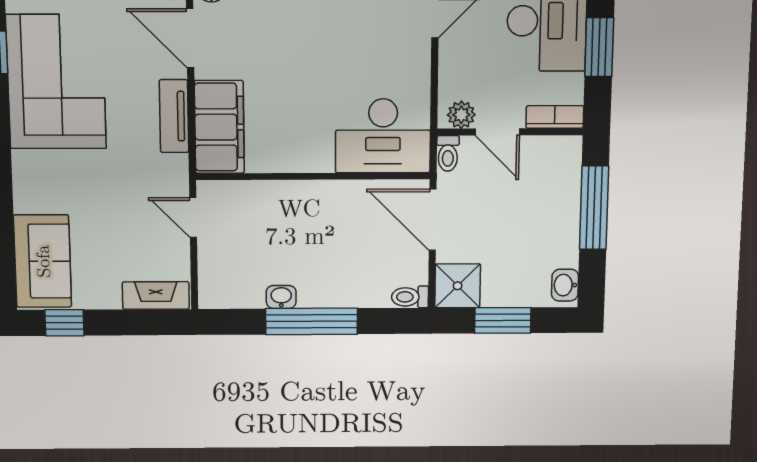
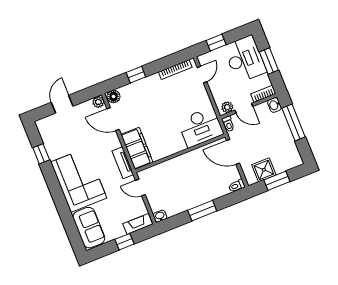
corner sofa: (56, 82) -> (79, 180), moved
tv unit: (174, 116) -> (123, 163), moved
washbasin: (565, 285) -> (274, 105), moved
shower: (458, 286) -> (264, 170), moved
washbasin: (281, 297) -> (160, 216), moved
window: (311, 321) -> (202, 211), width x0.69
window: (64, 323) -> (125, 242), moved

